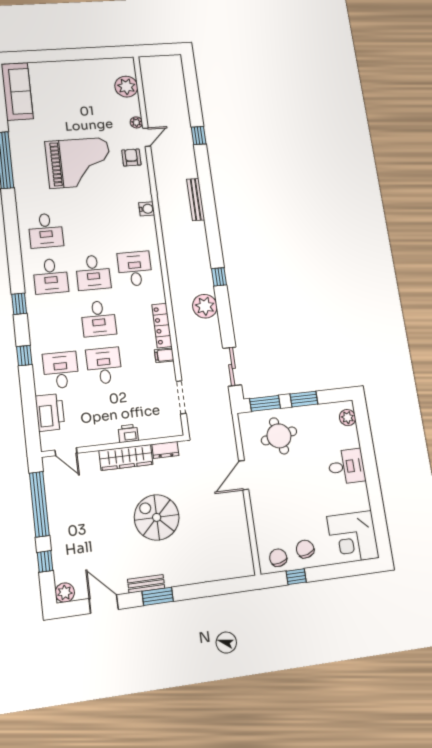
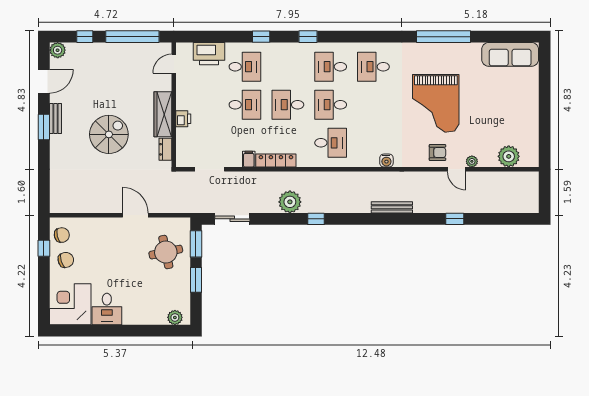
desk: (347, 466) -> (107, 309), moved

